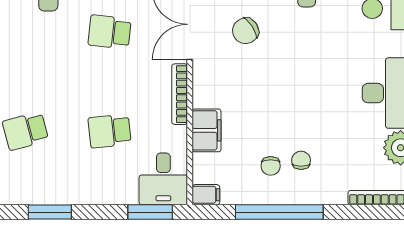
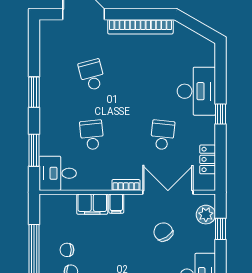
bookcase: (180, 94) -> (126, 185), width x0.64
filing cabinet: (206, 195) -> (116, 204), moved
window: (150, 212) -> (34, 150), moved

